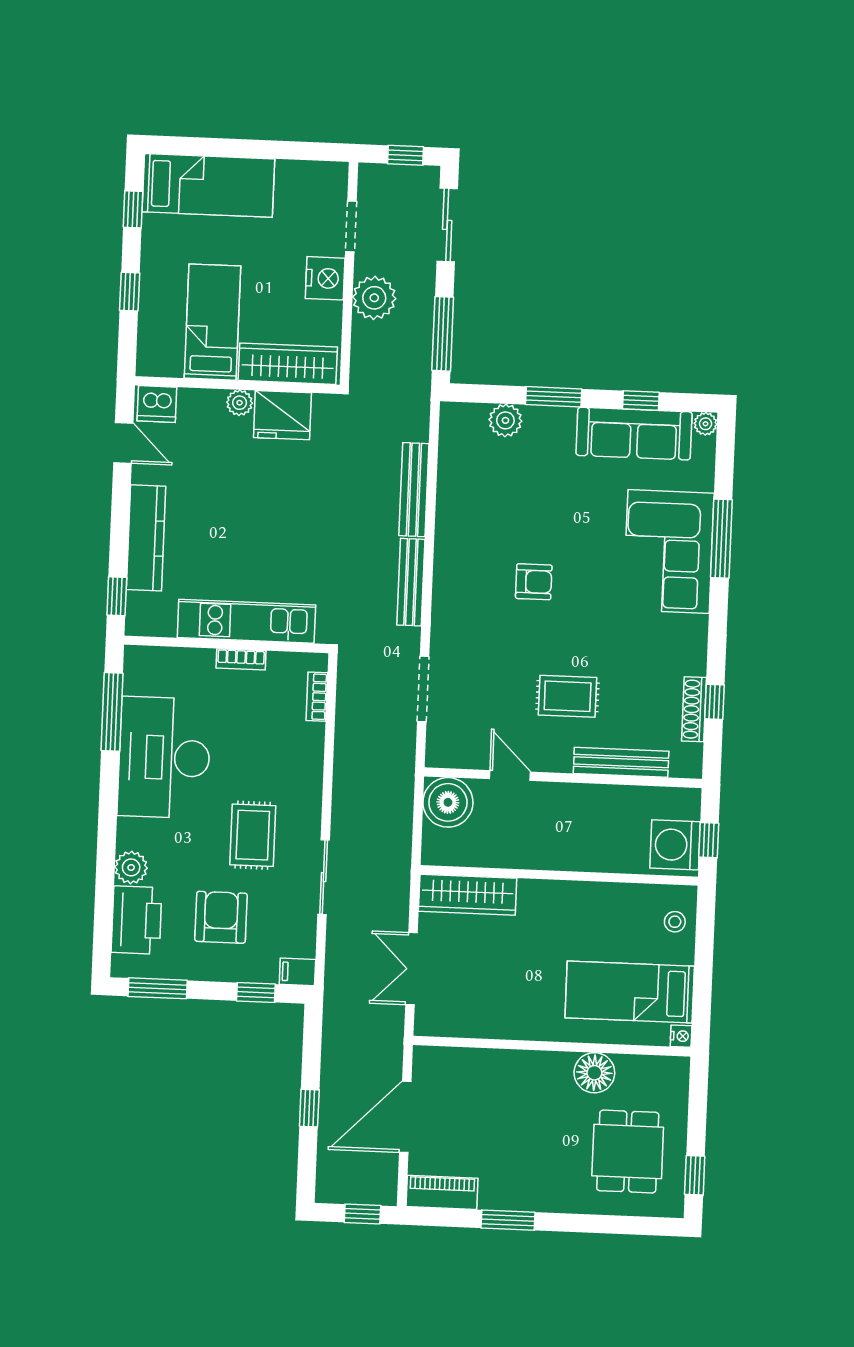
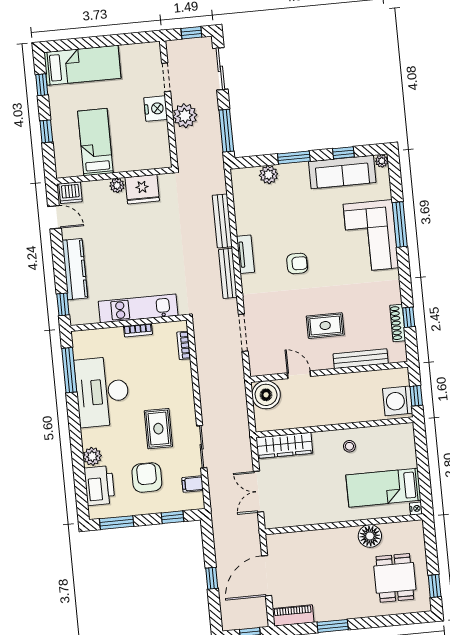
wardrobe: (288, 364) -> (141, 160), removed
tv unit: (446, 553) -> (245, 254), added
stool: (675, 922) -> (349, 446), moved
filing cabinet: (297, 972) -> (193, 484), moved

